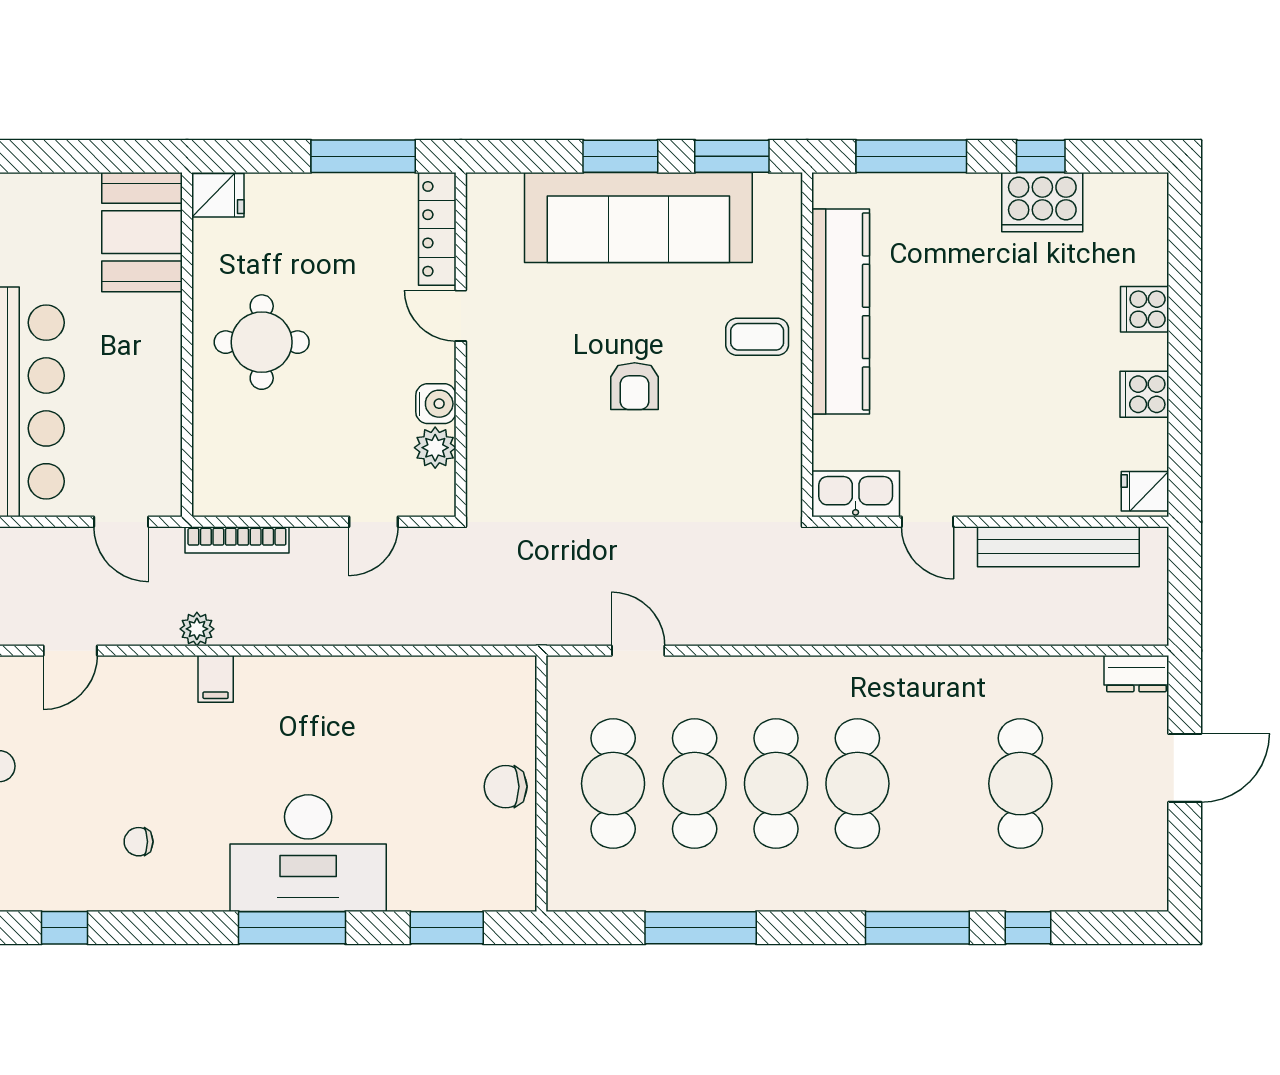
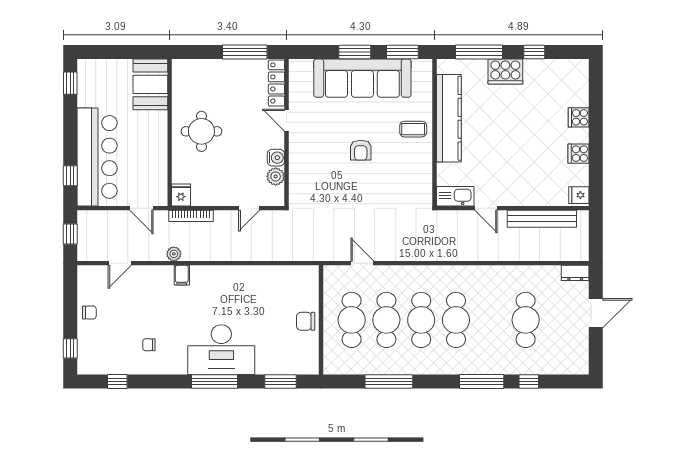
fridge: (218, 195) -> (181, 195), moved, turned -90
cooker: (1042, 202) -> (505, 72), moved

